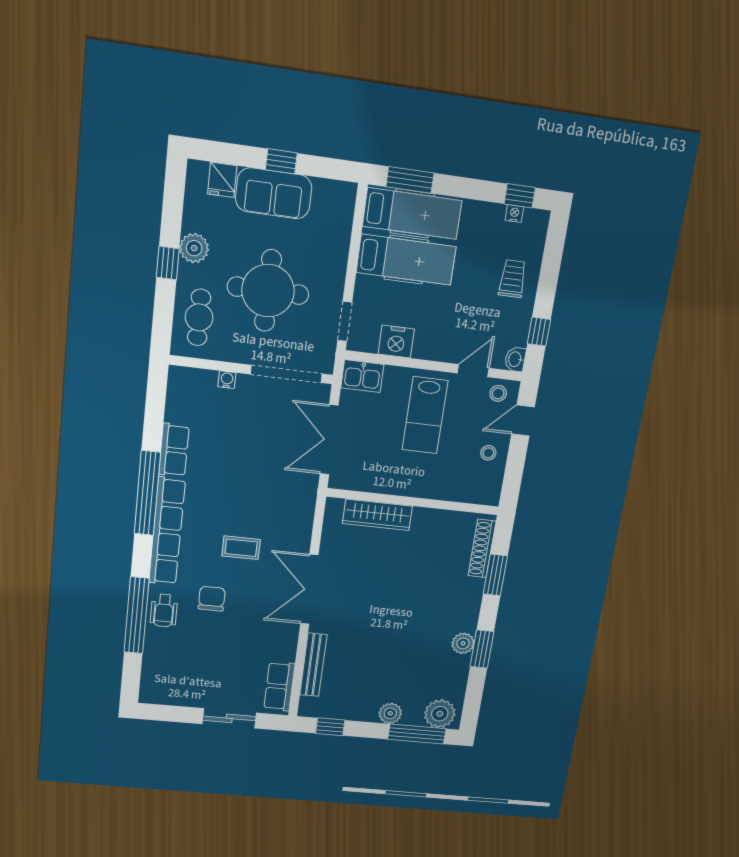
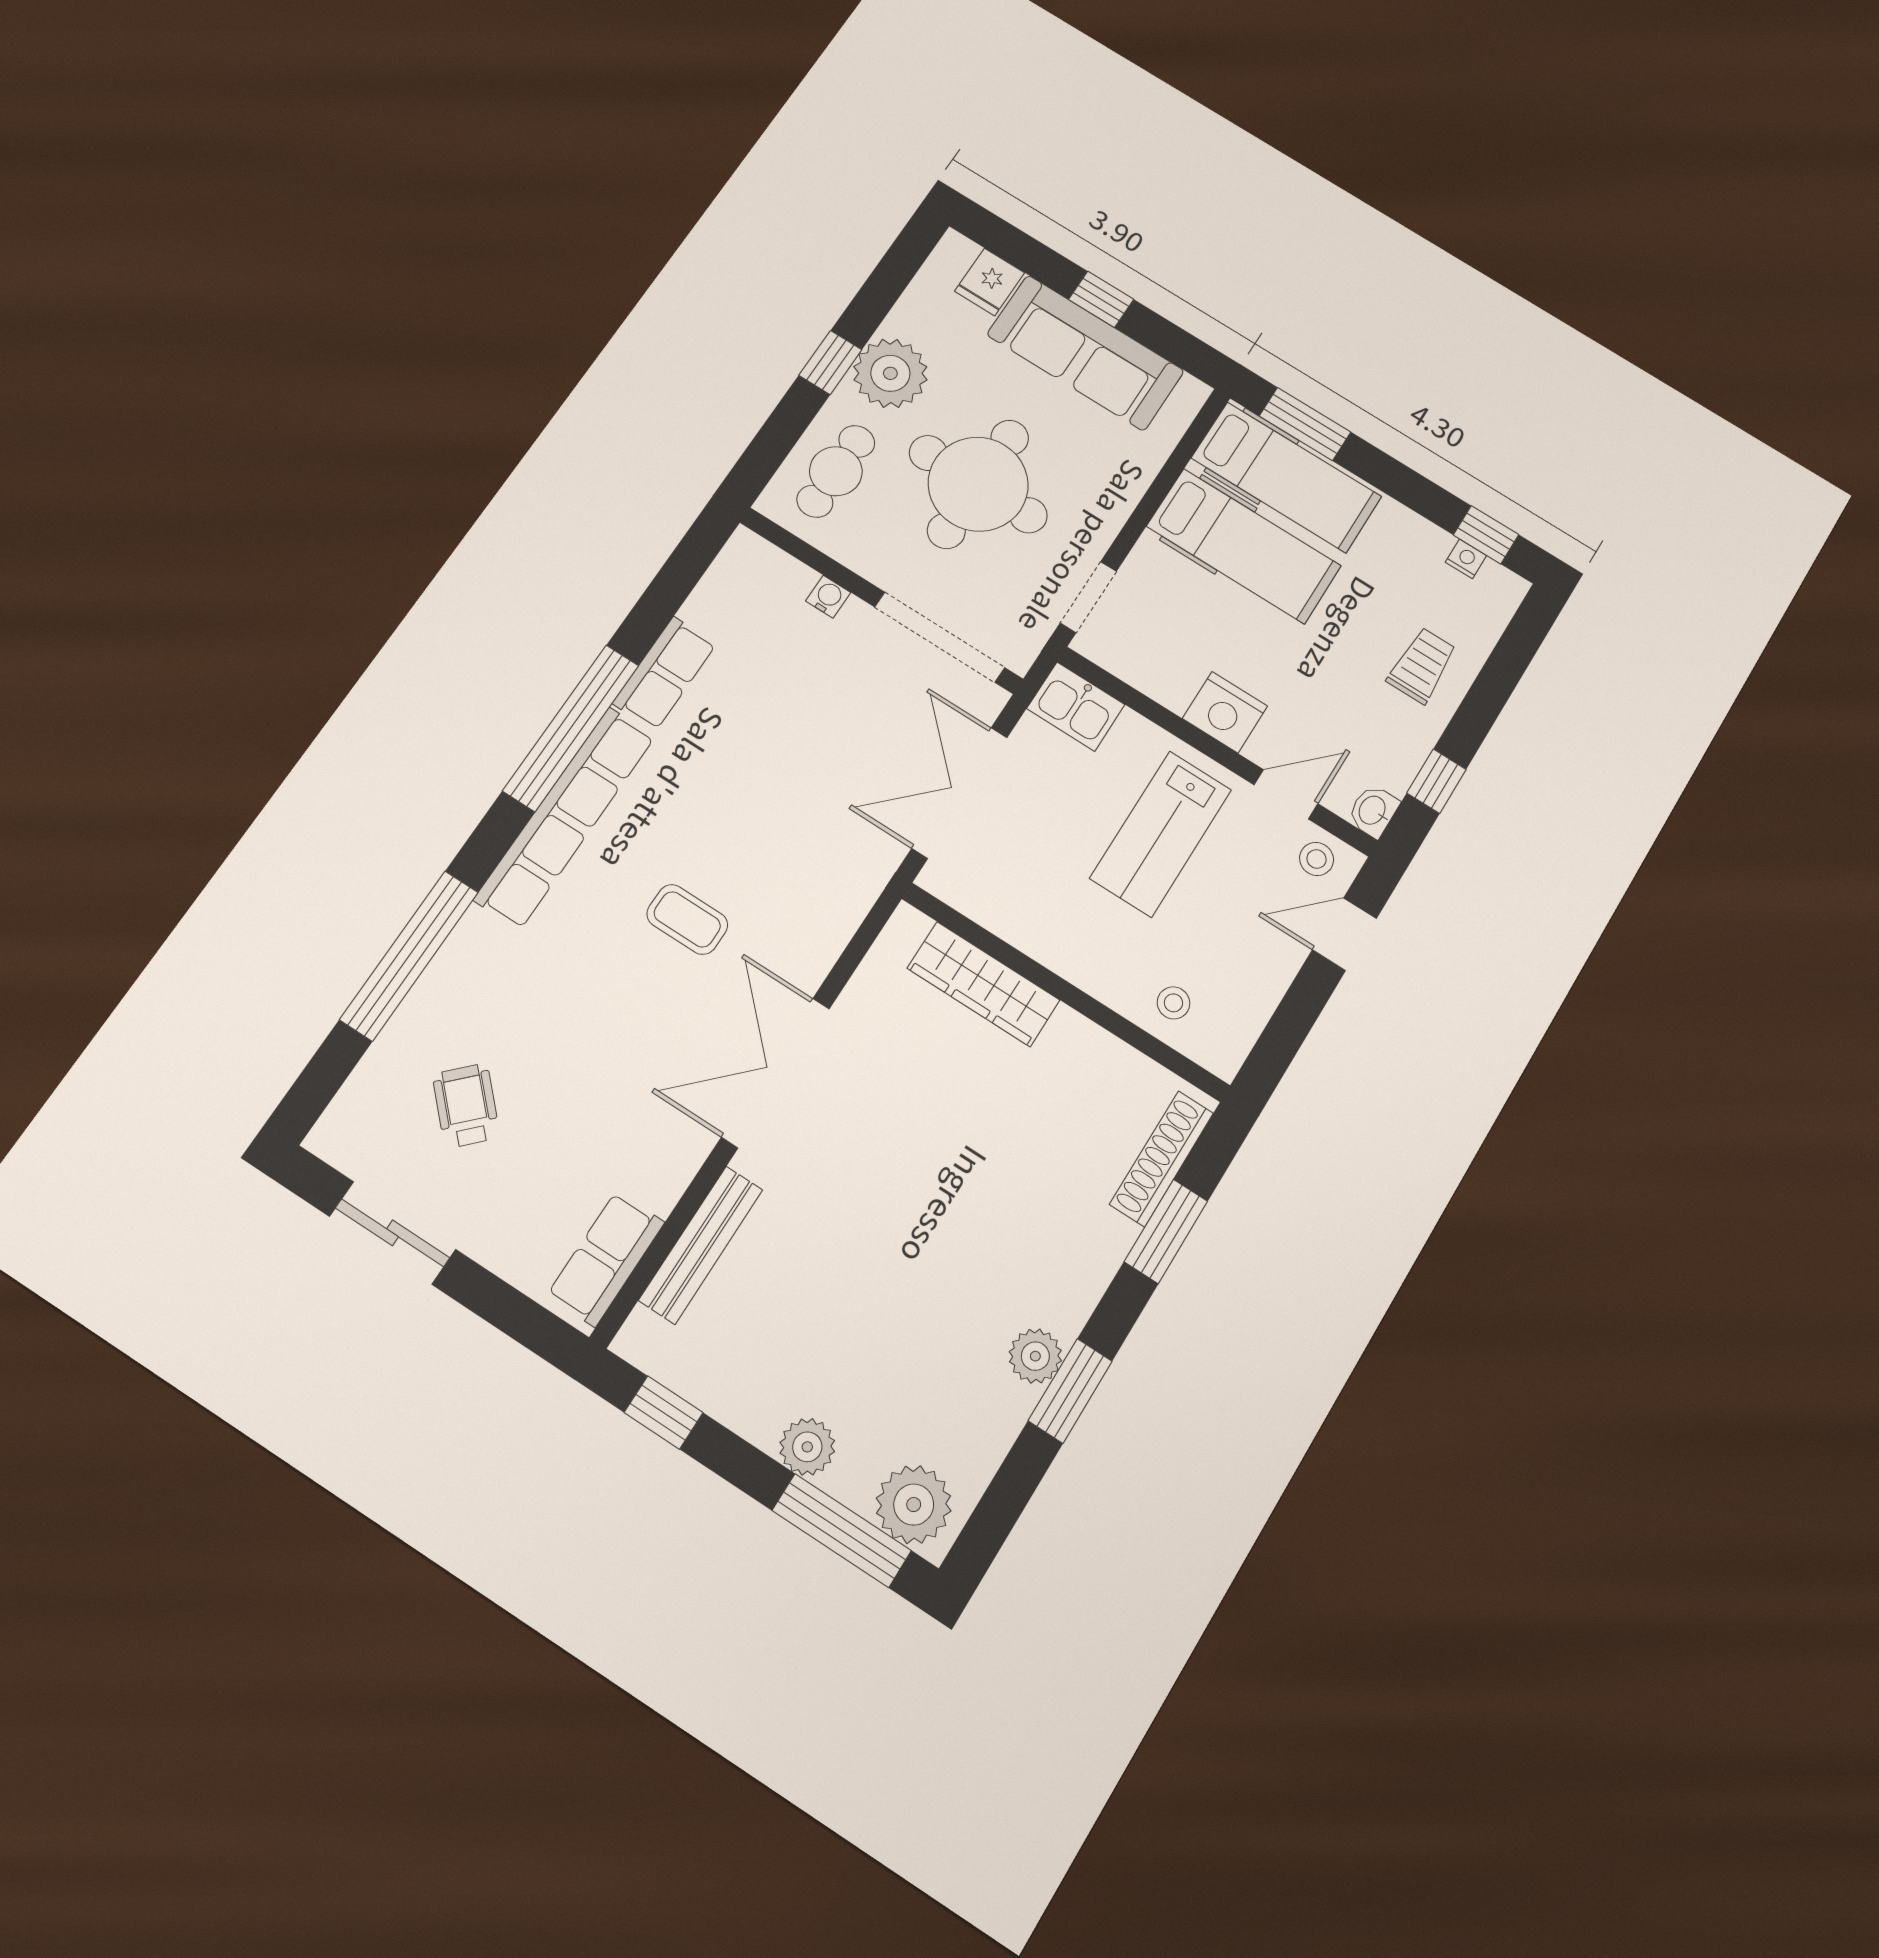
sofa: (274, 193) -> (1085, 353), width x1.36
plant: (194, 248) -> (890, 373), width x1.36, depth x1.36
nightstand: (396, 341) -> (1225, 712), moved
stool: (488, 453) -> (1173, 1003), moved
chair: (212, 599) -> (574, 995), removed
wheelchair: (164, 611) -> (466, 1106), moved, turned 135
sliding door: (229, 718) -> (393, 1233), moved

